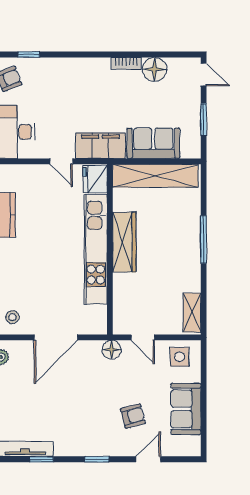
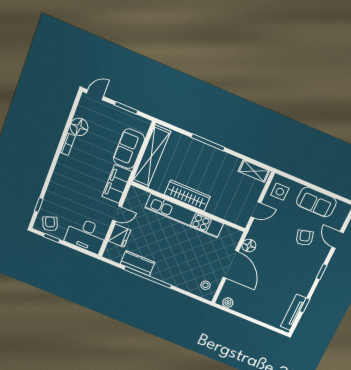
fridge: (95, 179) -> (119, 236), moved, turned -90
floor lamp: (112, 350) -> (249, 246), moved

